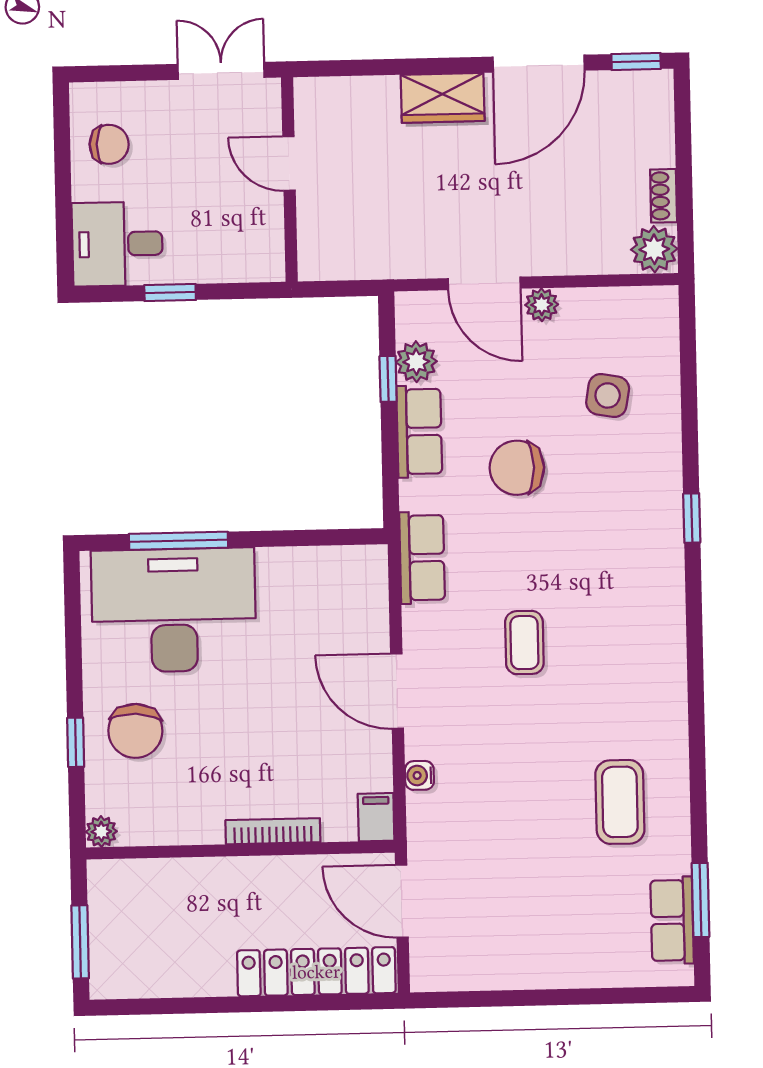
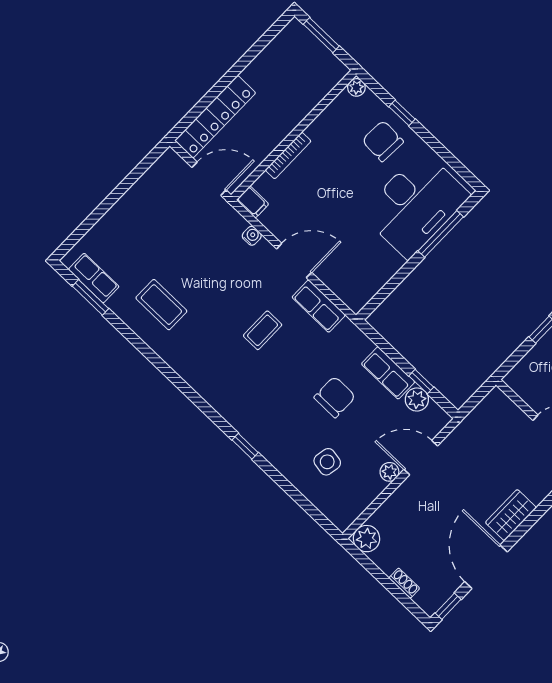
shoe rack: (664, 196) -> (404, 583), moved
row of seats: (422, 558) -> (319, 306), moved
coffee table: (524, 643) -> (263, 330), turned 90

